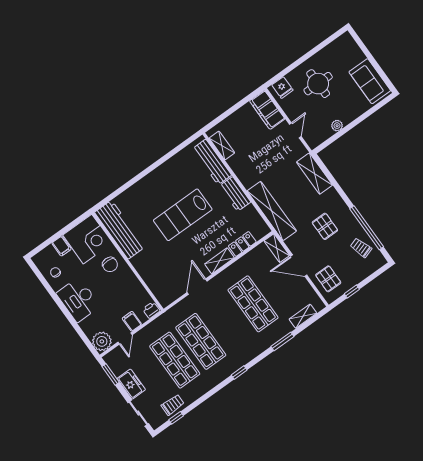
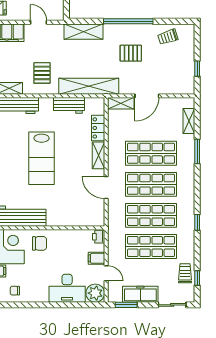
workbench: (235, 194) -> (69, 105), moved
window: (367, 228) -> (128, 21), moved
pallet: (328, 279) -> (42, 73), moved, turned 90
desk: (78, 300) -> (67, 288), moved
shop shelf: (227, 323) -> (151, 184), added
window: (239, 372) -> (197, 222), moved
freezer: (131, 384) -> (140, 294), width x1.40

